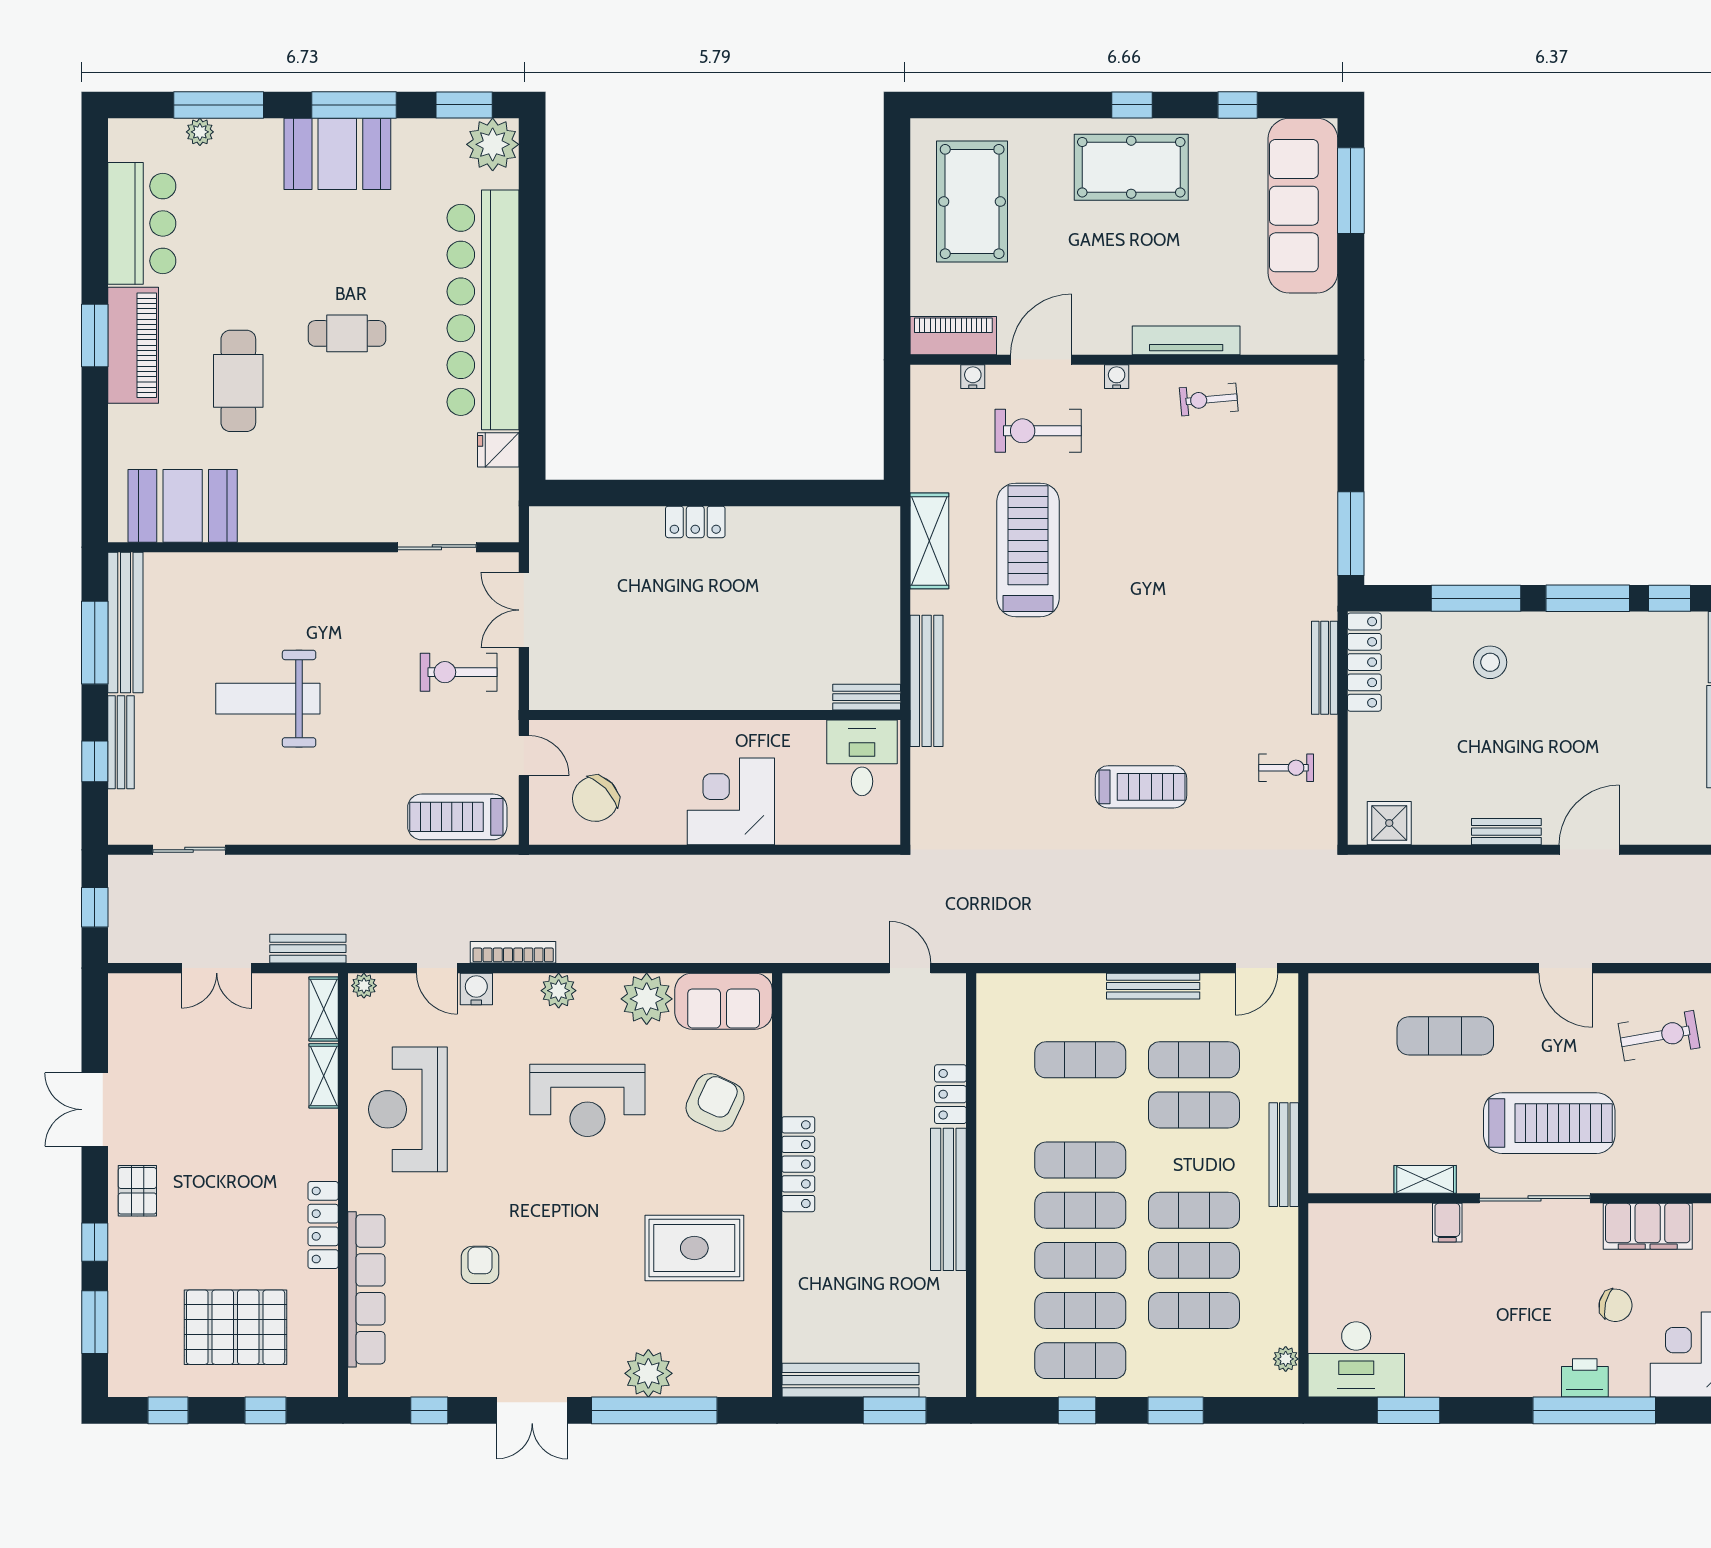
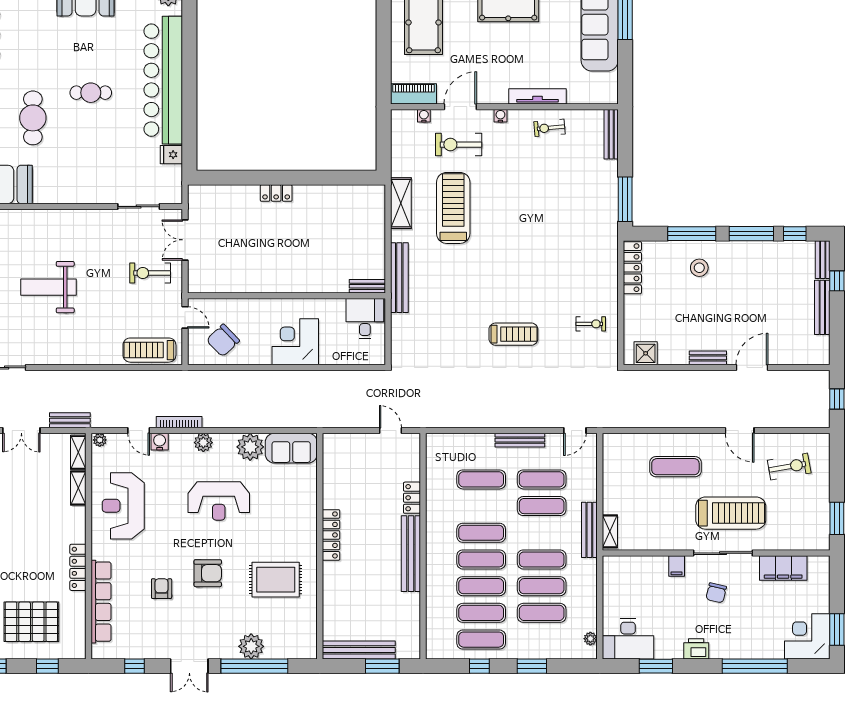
bench: (1325, 668) -> (611, 134), moved
armchair: (715, 1102) -> (208, 573), moved, turned 65
shelving: (1425, 1179) -> (610, 531), moved, turned 90
chair: (1615, 1305) -> (716, 593), moved, turned 89
printer: (1585, 1378) -> (696, 649), moved

